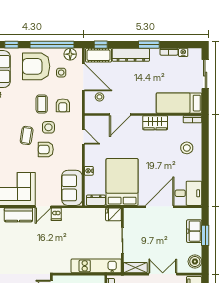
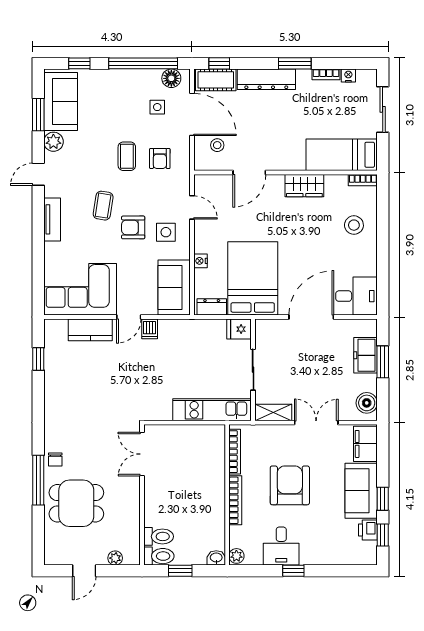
armchair: (36, 66) -> (118, 97), removed
side table: (48, 127) -> (166, 232), moved

